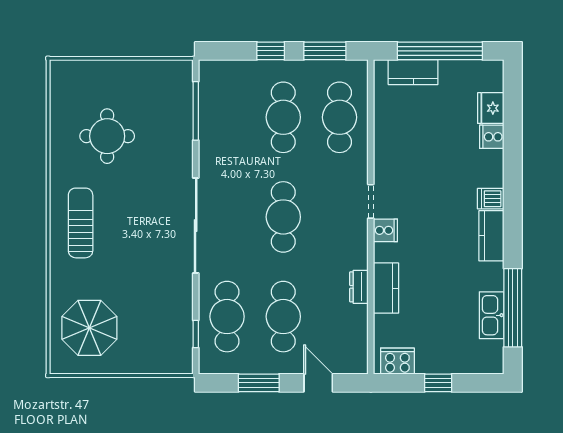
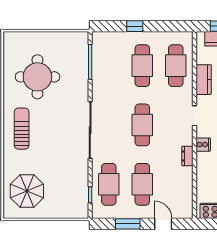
window: (325, 51) -> (167, 26), removed
round table: (107, 136) -> (37, 77), width x1.36, depth x1.36
cooker: (385, 230) -> (203, 145), moved
dresser: (359, 287) -> (187, 156), moved
kitchen counter: (386, 288) -> (204, 80), moved

